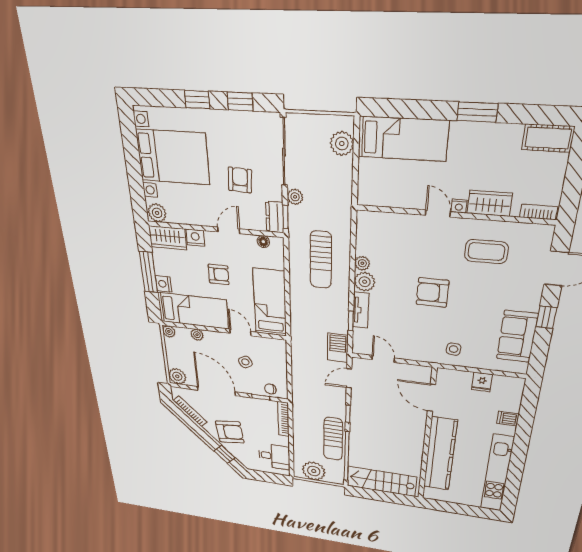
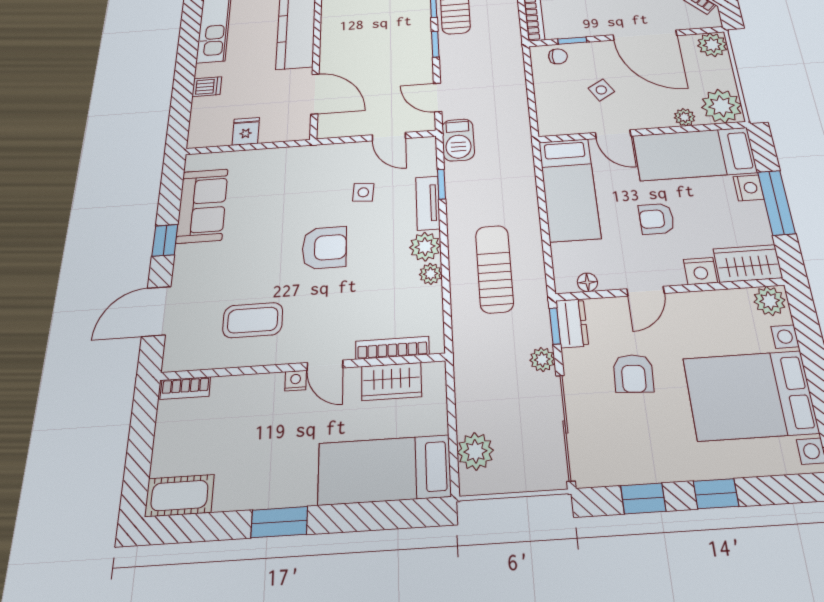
wardrobe: (490, 203) -> (392, 381), moved
bookcase: (391, 218) -> (392, 348), added
plant: (169, 331) -> (721, 106), width x1.88, depth x1.88
side table: (454, 349) -> (363, 192), moved
door: (349, 378) -> (438, 98), swing flipped

